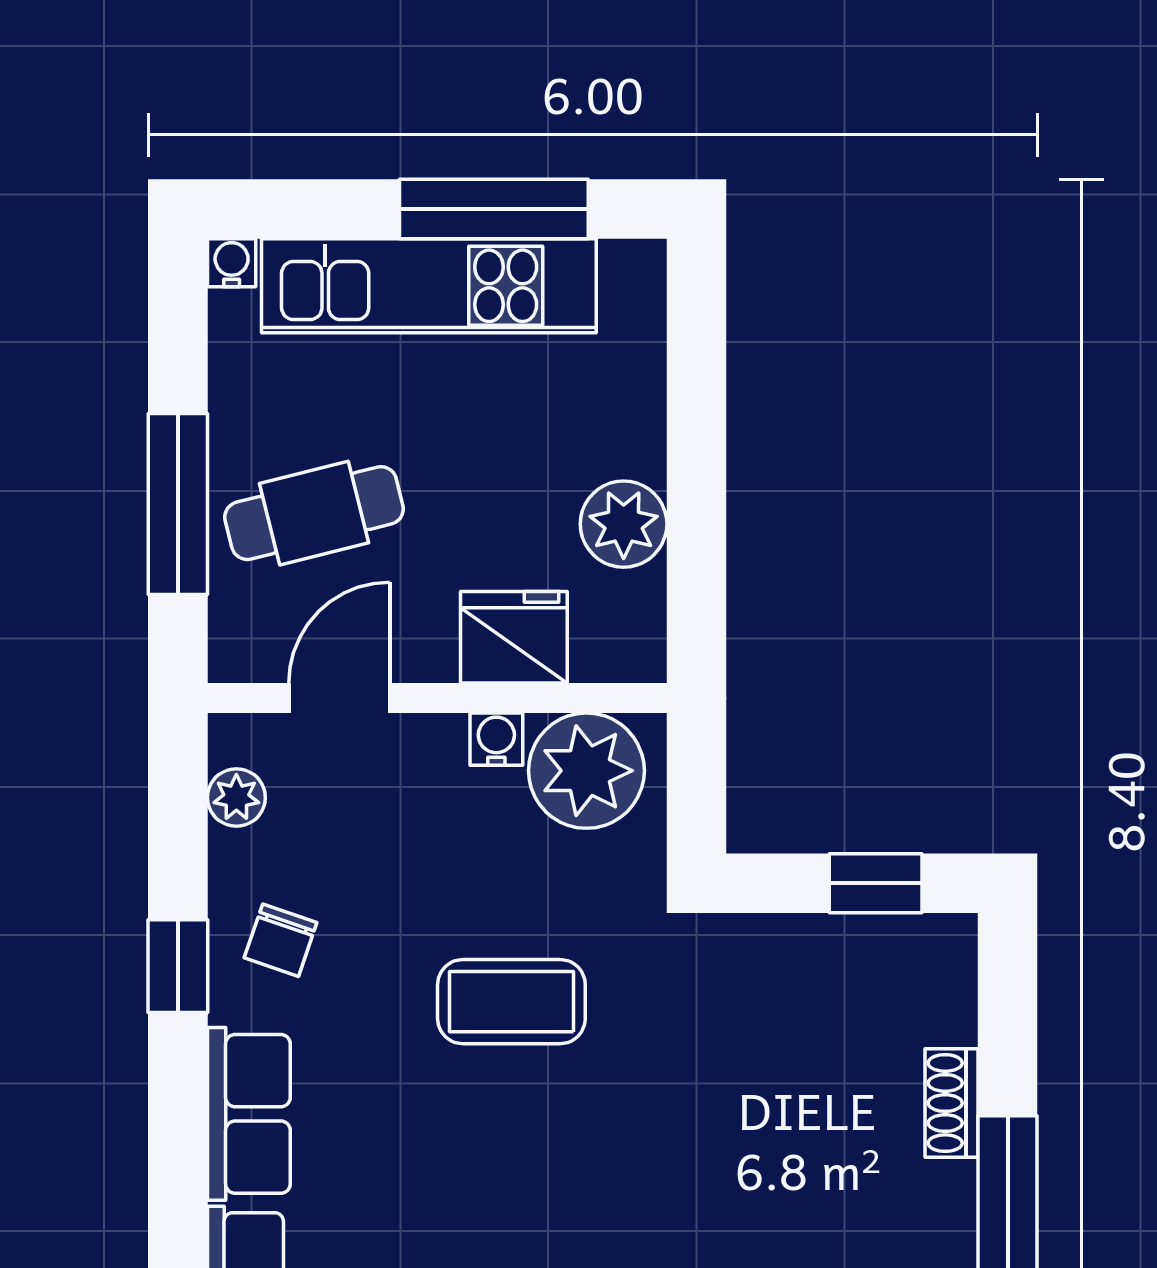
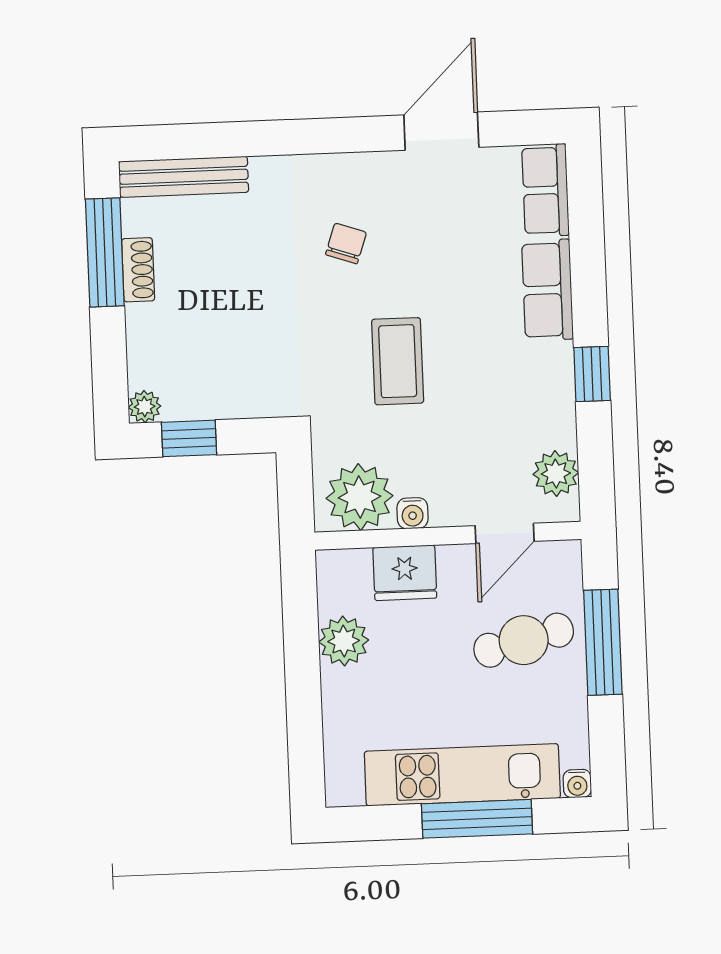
window: (494, 209) -> (477, 819), moved
plant: (236, 798) -> (556, 474), width x1.38, depth x1.38
chair: (281, 940) -> (346, 243), moved
plant: (950, 941) -> (145, 407), added
coffee table: (511, 1002) -> (398, 361), turned 90
shoe rack: (952, 1103) -> (138, 270), moved

